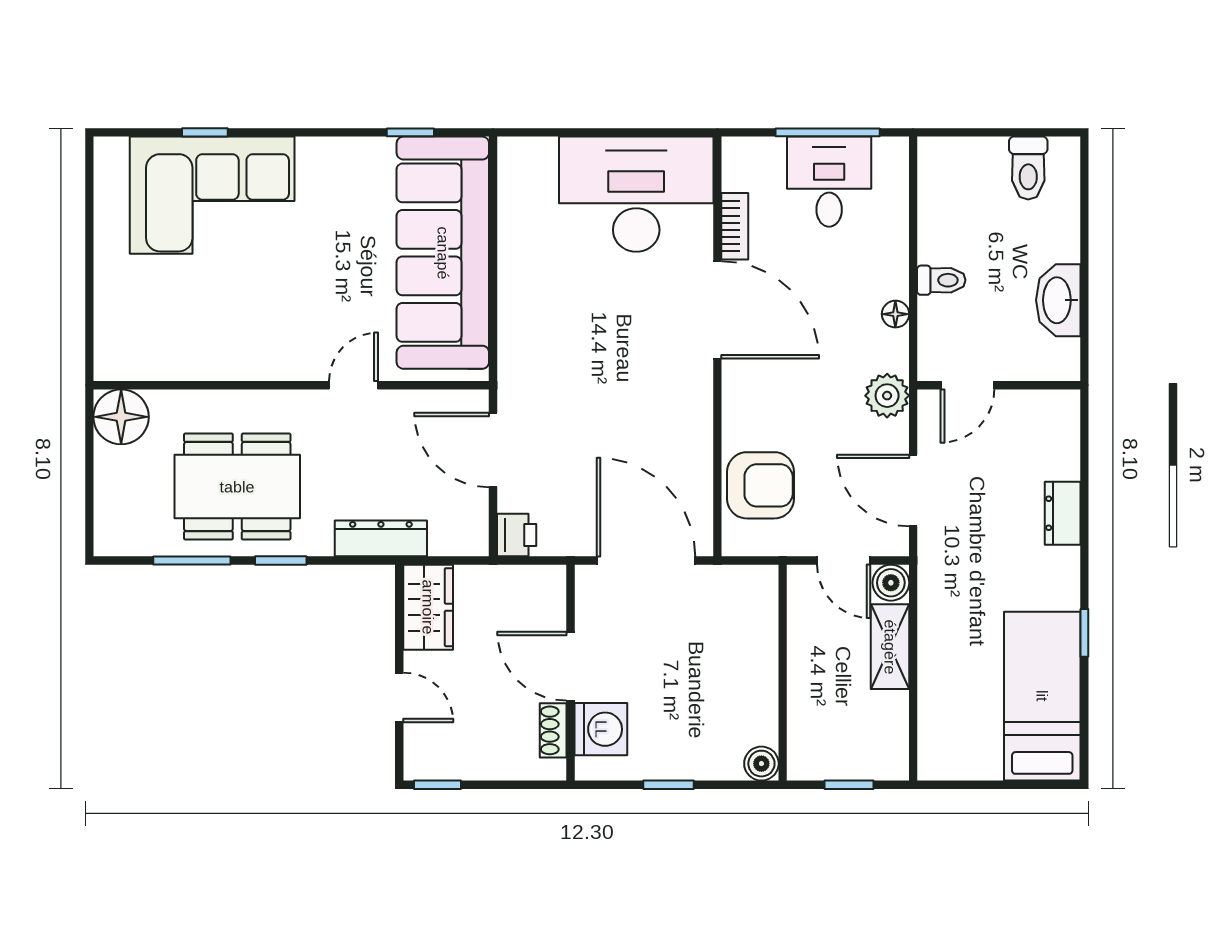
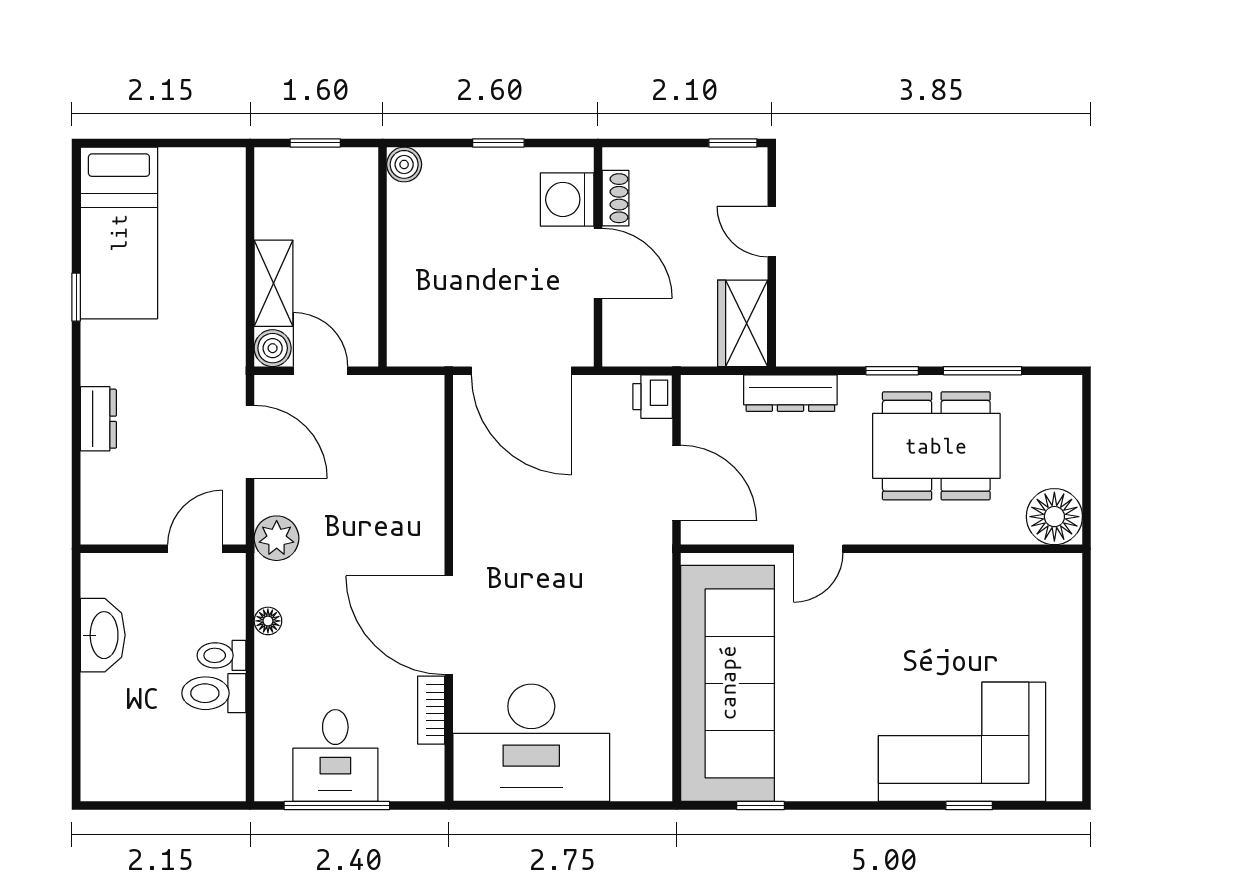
toilet: (1028, 168) -> (214, 693), moved, turned -90
armchair: (761, 485) -> (405, 447), removed

